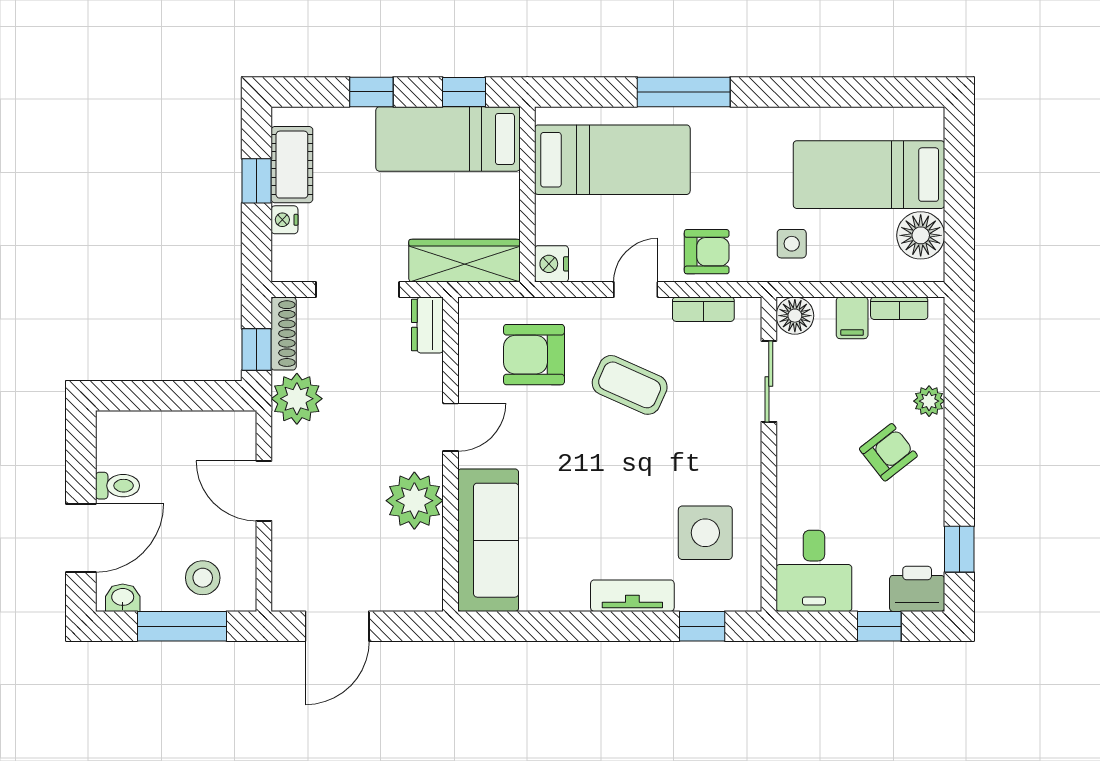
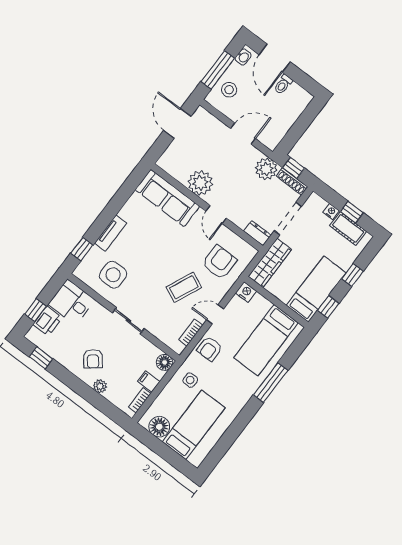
door: (636, 290) -> (215, 314), swing flipped
sliding door: (769, 381) -> (128, 321), moved
printer: (917, 589) -> (48, 321), moved

